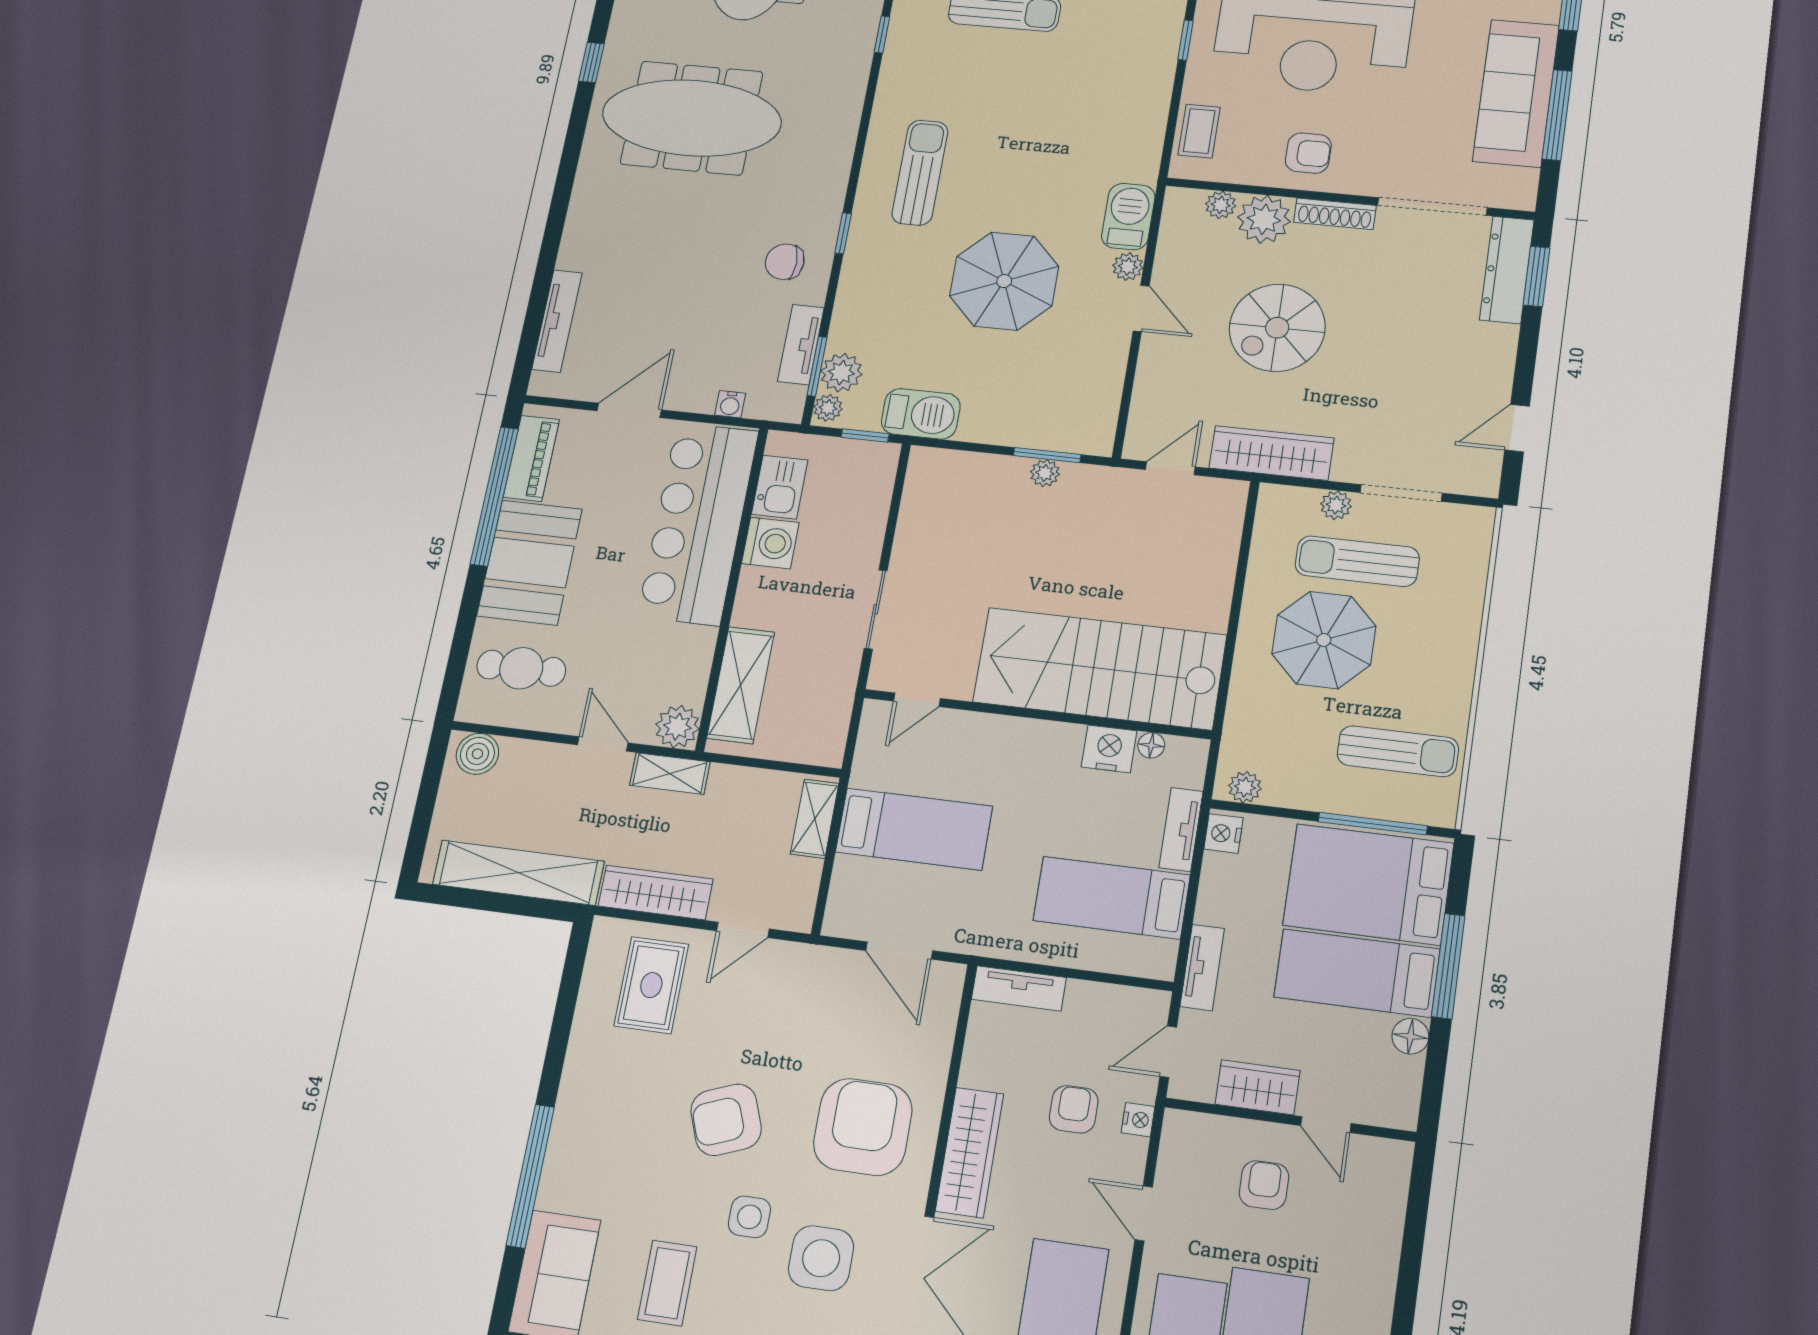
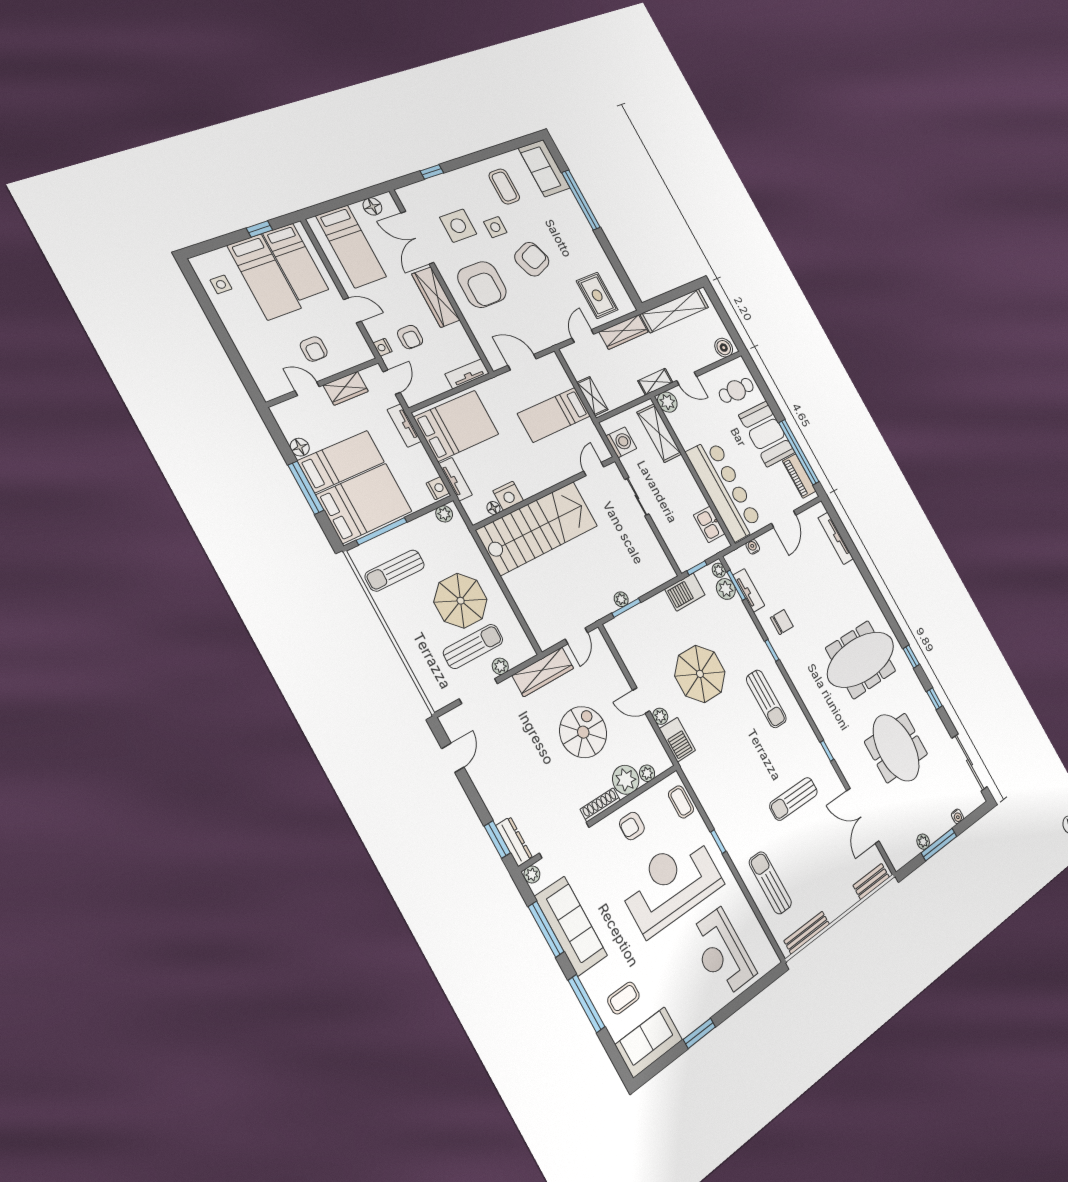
plant: (1521, 197) -> (532, 874), added
dresser: (1507, 270) -> (514, 842), width x0.73, depth x0.80
washing machine: (770, 543) -> (621, 442), moved, turned 180
bed: (1112, 898) -> (456, 426), width x1.50

